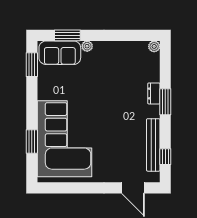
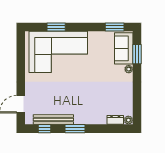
dresser: (154, 93) -> (115, 120), moved
window: (165, 102) -> (75, 129), moved

